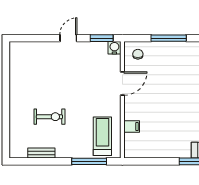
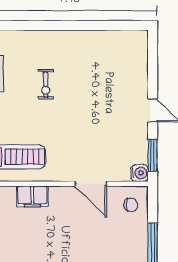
exercise bike: (49, 117) -> (46, 85), width x0.73, depth x0.72
filing cabinet: (132, 127) -> (32, 196), width x2.00

